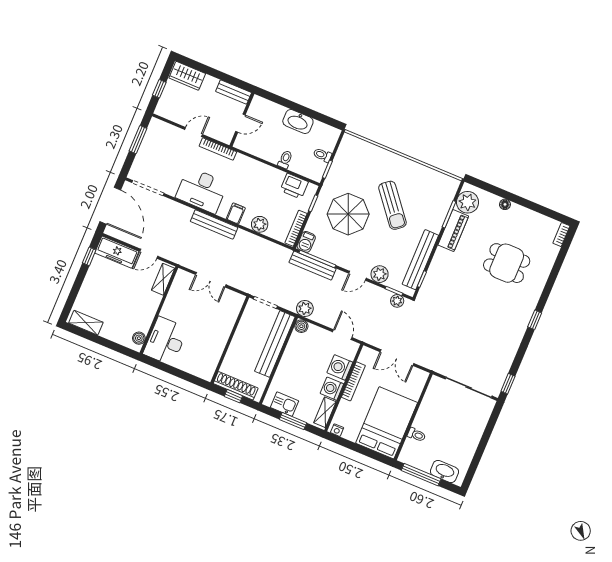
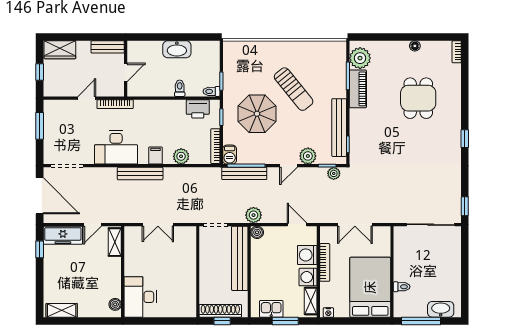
toilet: (322, 155) -> (212, 91), moved
floor lamp: (505, 204) -> (415, 46), moved
dining table: (507, 263) -> (418, 98), turned 90

